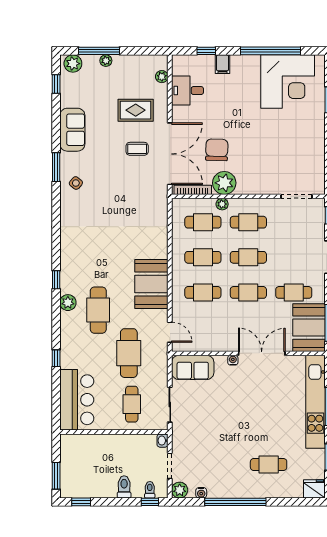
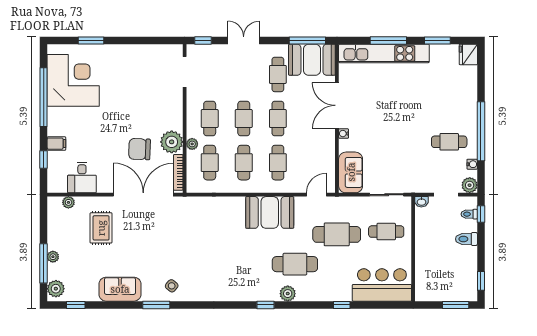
coffee table: (137, 149) -> (139, 226), removed
cafe table: (269, 464) -> (449, 142), moved, turned 90

